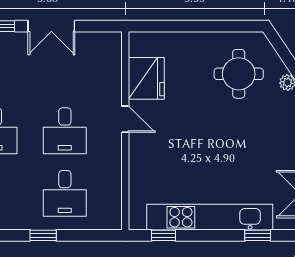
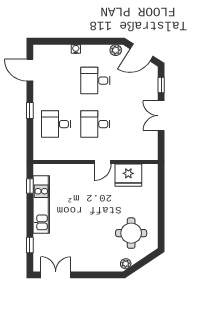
kitchen unit: (210, 217) -> (41, 204), width x0.73

